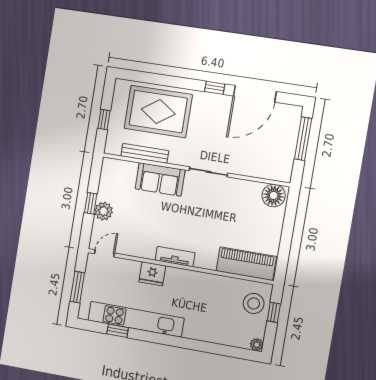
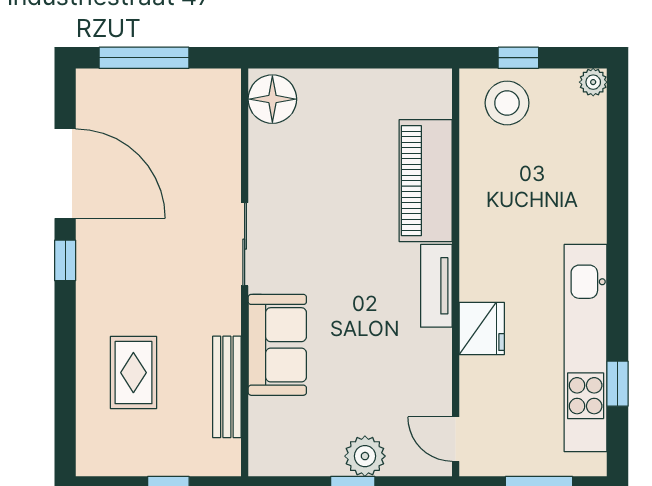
rug: (158, 112) -> (133, 373), width x0.54, depth x0.49
piano: (246, 264) -> (426, 181), moved

